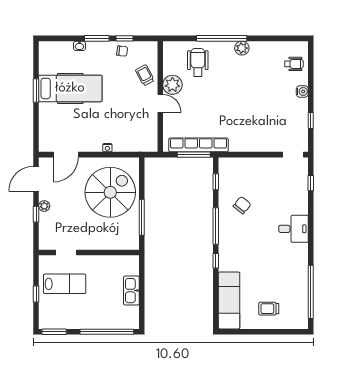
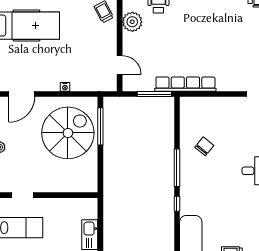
door: (160, 103) -> (120, 65), moved
row of seats: (198, 145) -> (185, 84), moved
window: (216, 182) -> (177, 122), removed
window: (142, 217) -> (100, 126), moved

